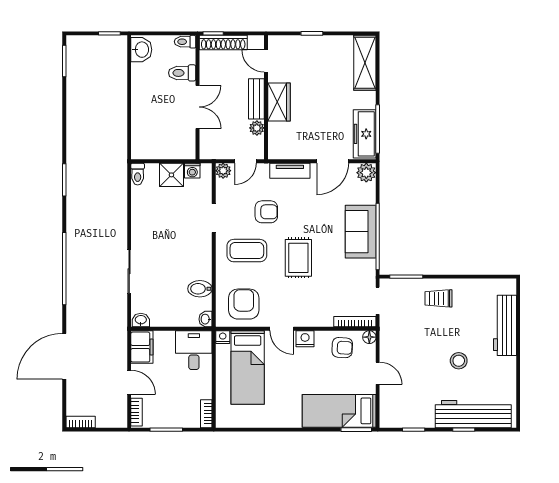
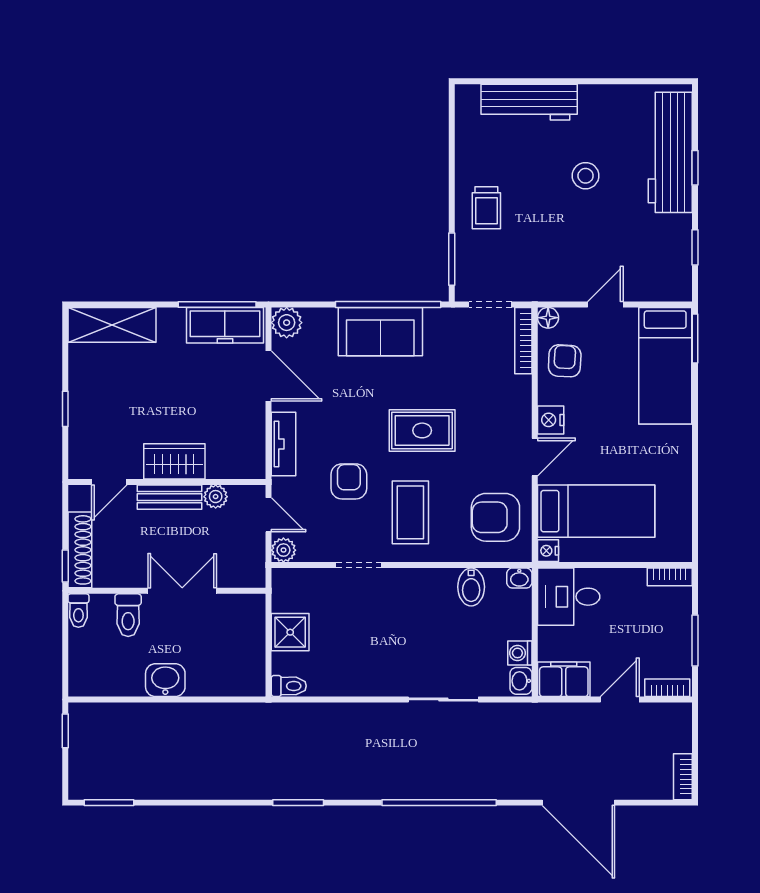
washbasin: (141, 50) -> (165, 680), moved
washing machine: (192, 171) -> (520, 653), moved, turned 180

